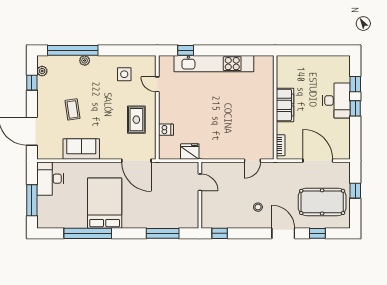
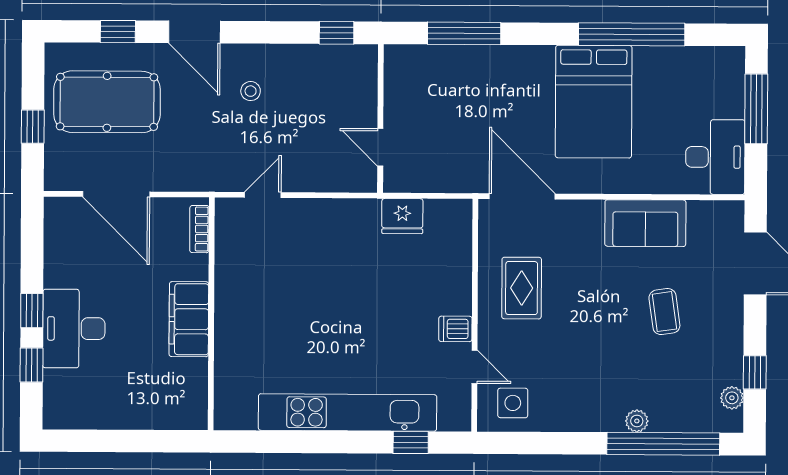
side table: (124, 74) -> (513, 403), moved
dishwasher: (166, 130) -> (455, 329), moved

